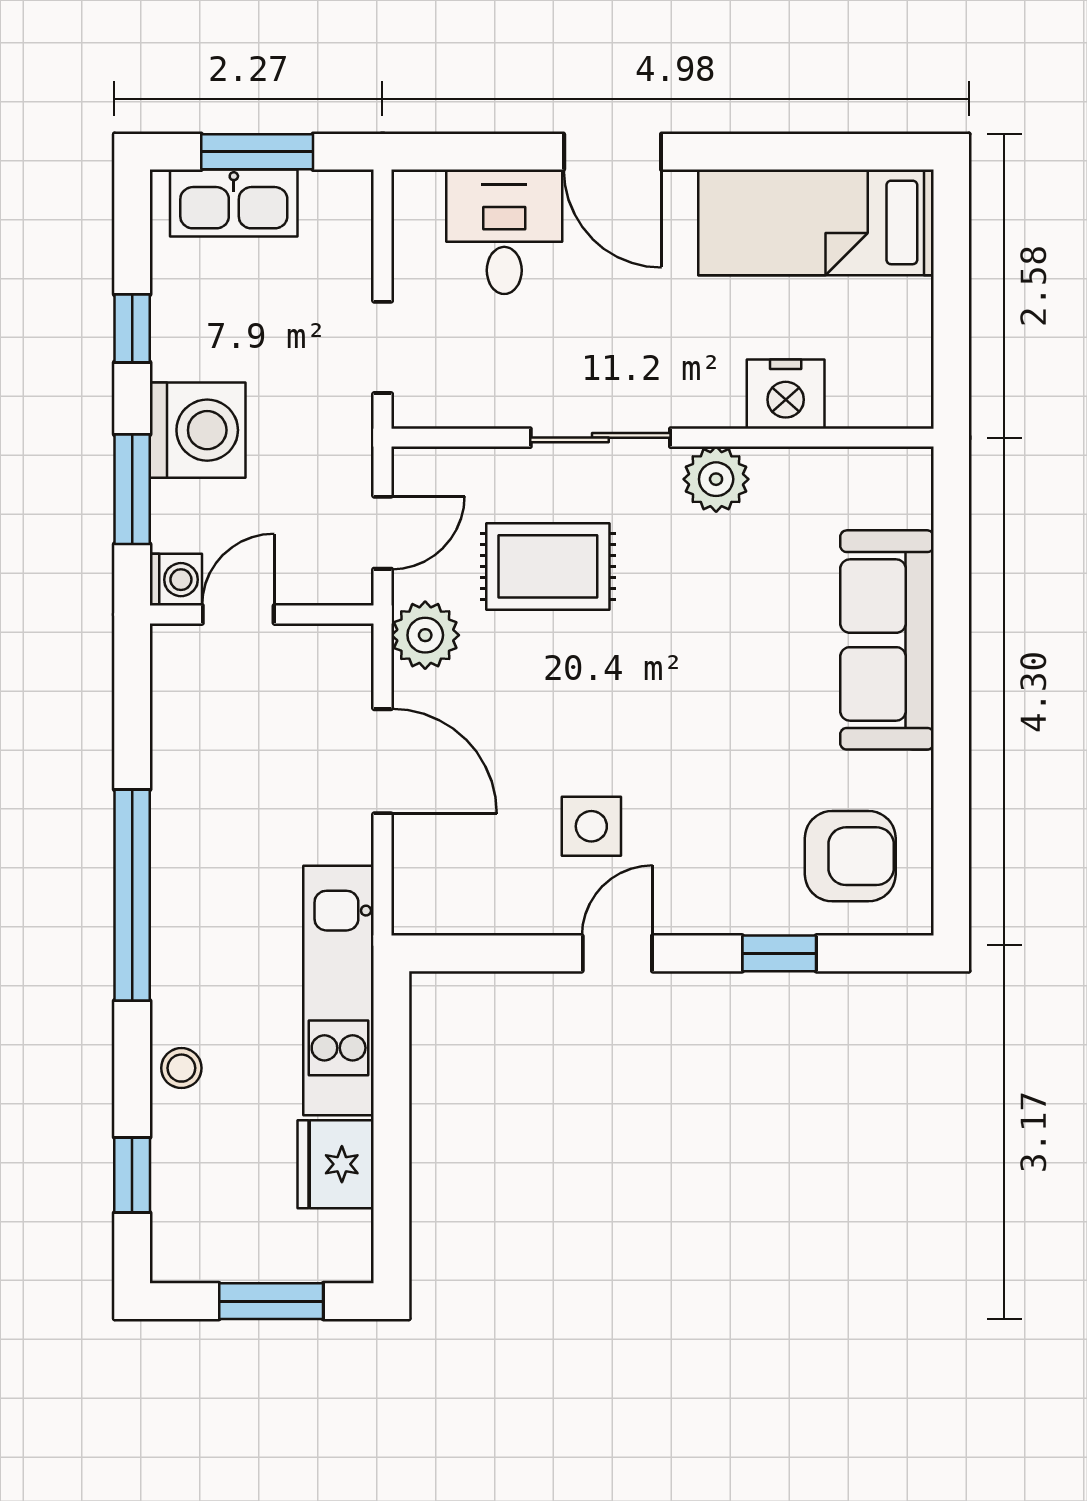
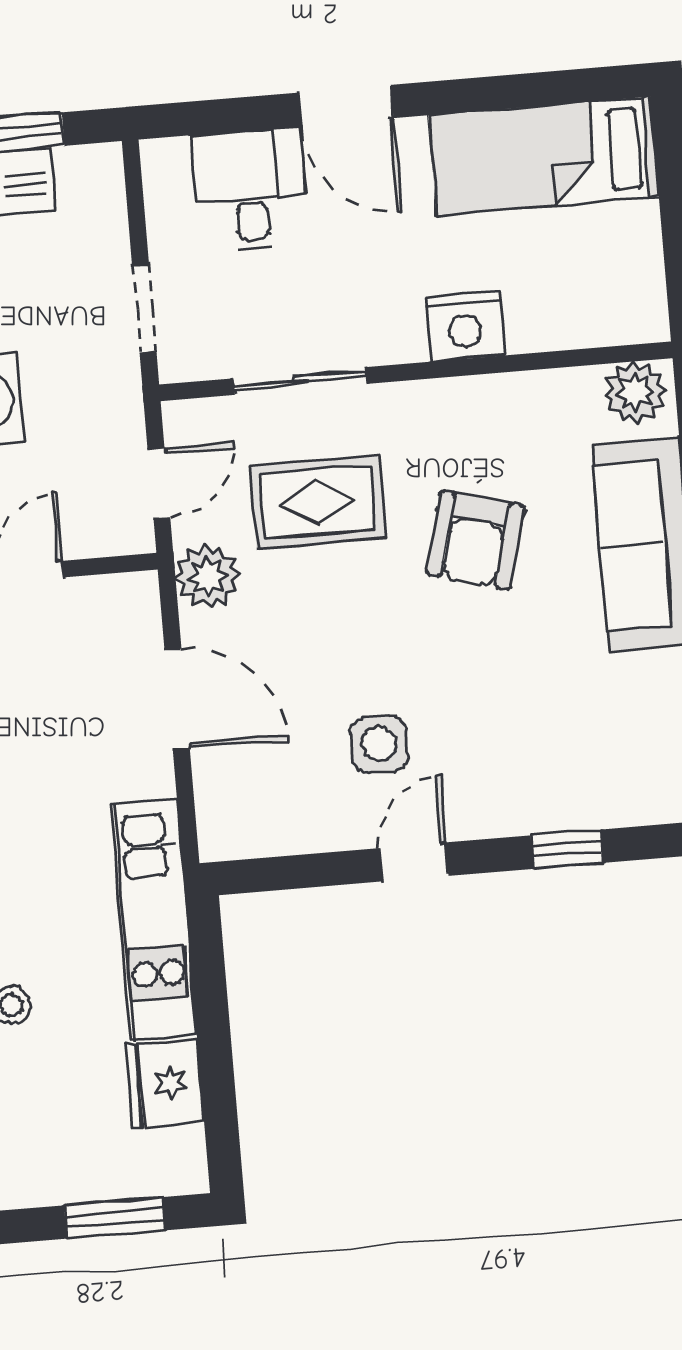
nightstand: (786, 394) -> (465, 326), moved
sliding door: (600, 438) -> (300, 381), moved
plant: (716, 479) -> (636, 392), moved
armchair: (850, 856) -> (475, 540), moved, turned 105

